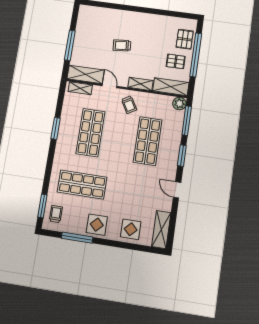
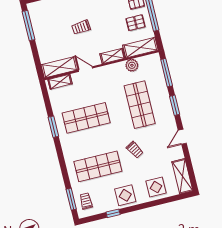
window: (70, 45) -> (28, 26), moved
plant: (179, 104) -> (132, 65), moved
trolley: (129, 105) -> (135, 150), moved
shop shelf: (90, 133) -> (86, 118), turned 90
door: (177, 190) -> (182, 137), hinge flipped
window: (77, 238) -> (113, 213), width x0.46

